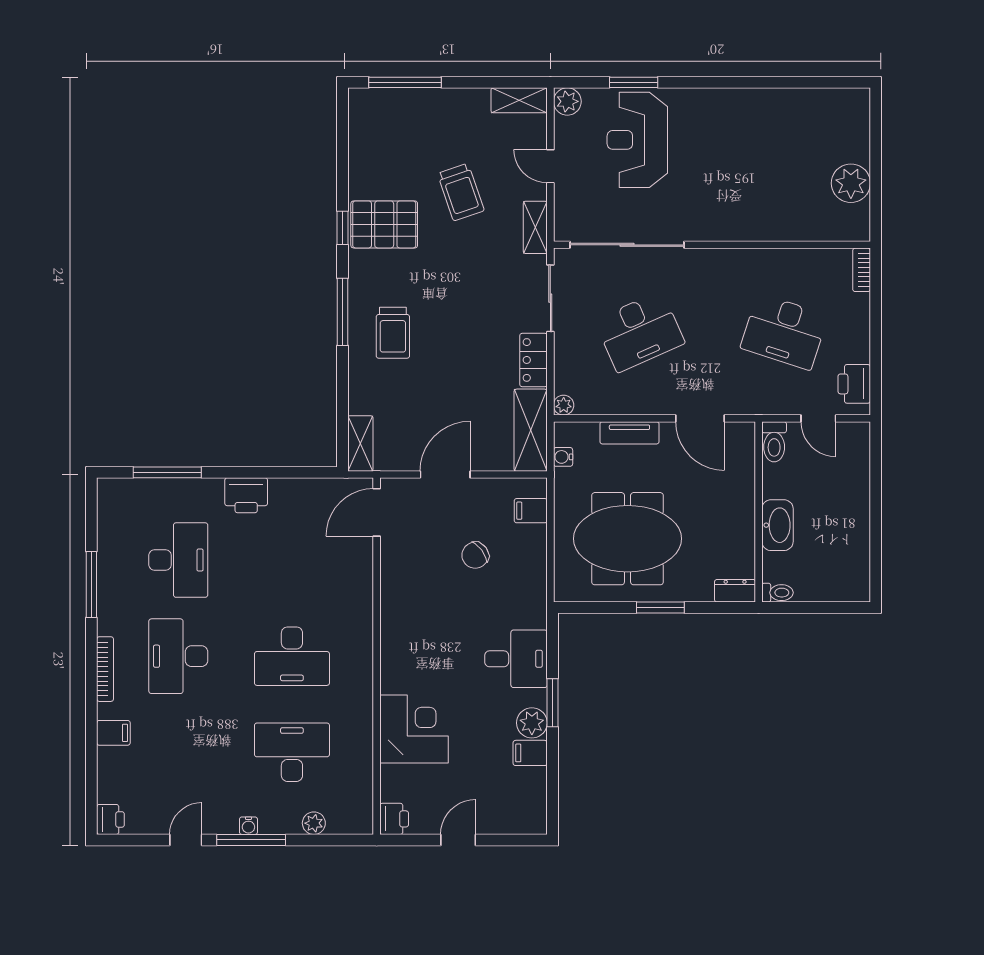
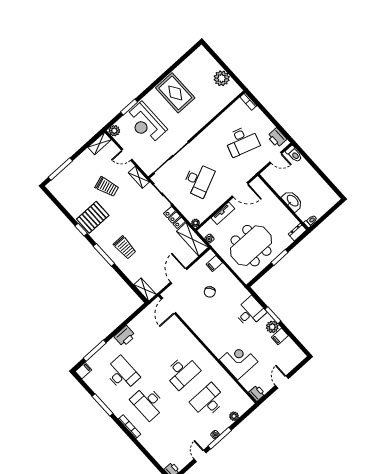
rug: (742, 133) -> (175, 93), added
toilet: (774, 442) -> (294, 154), moved
filing cabinet: (113, 733) -> (83, 371), moved

